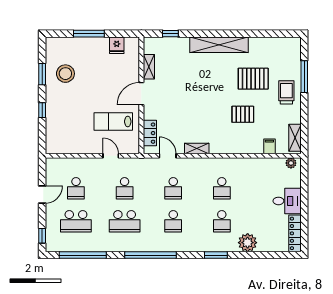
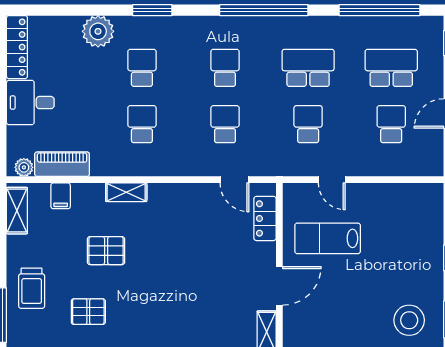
pallet: (253, 79) -> (88, 312), width x0.67, depth x0.71
lab bench: (113, 121) -> (328, 238), turned 180
shelving: (197, 148) -> (126, 192), moved
piano: (269, 165) -> (62, 164), added

